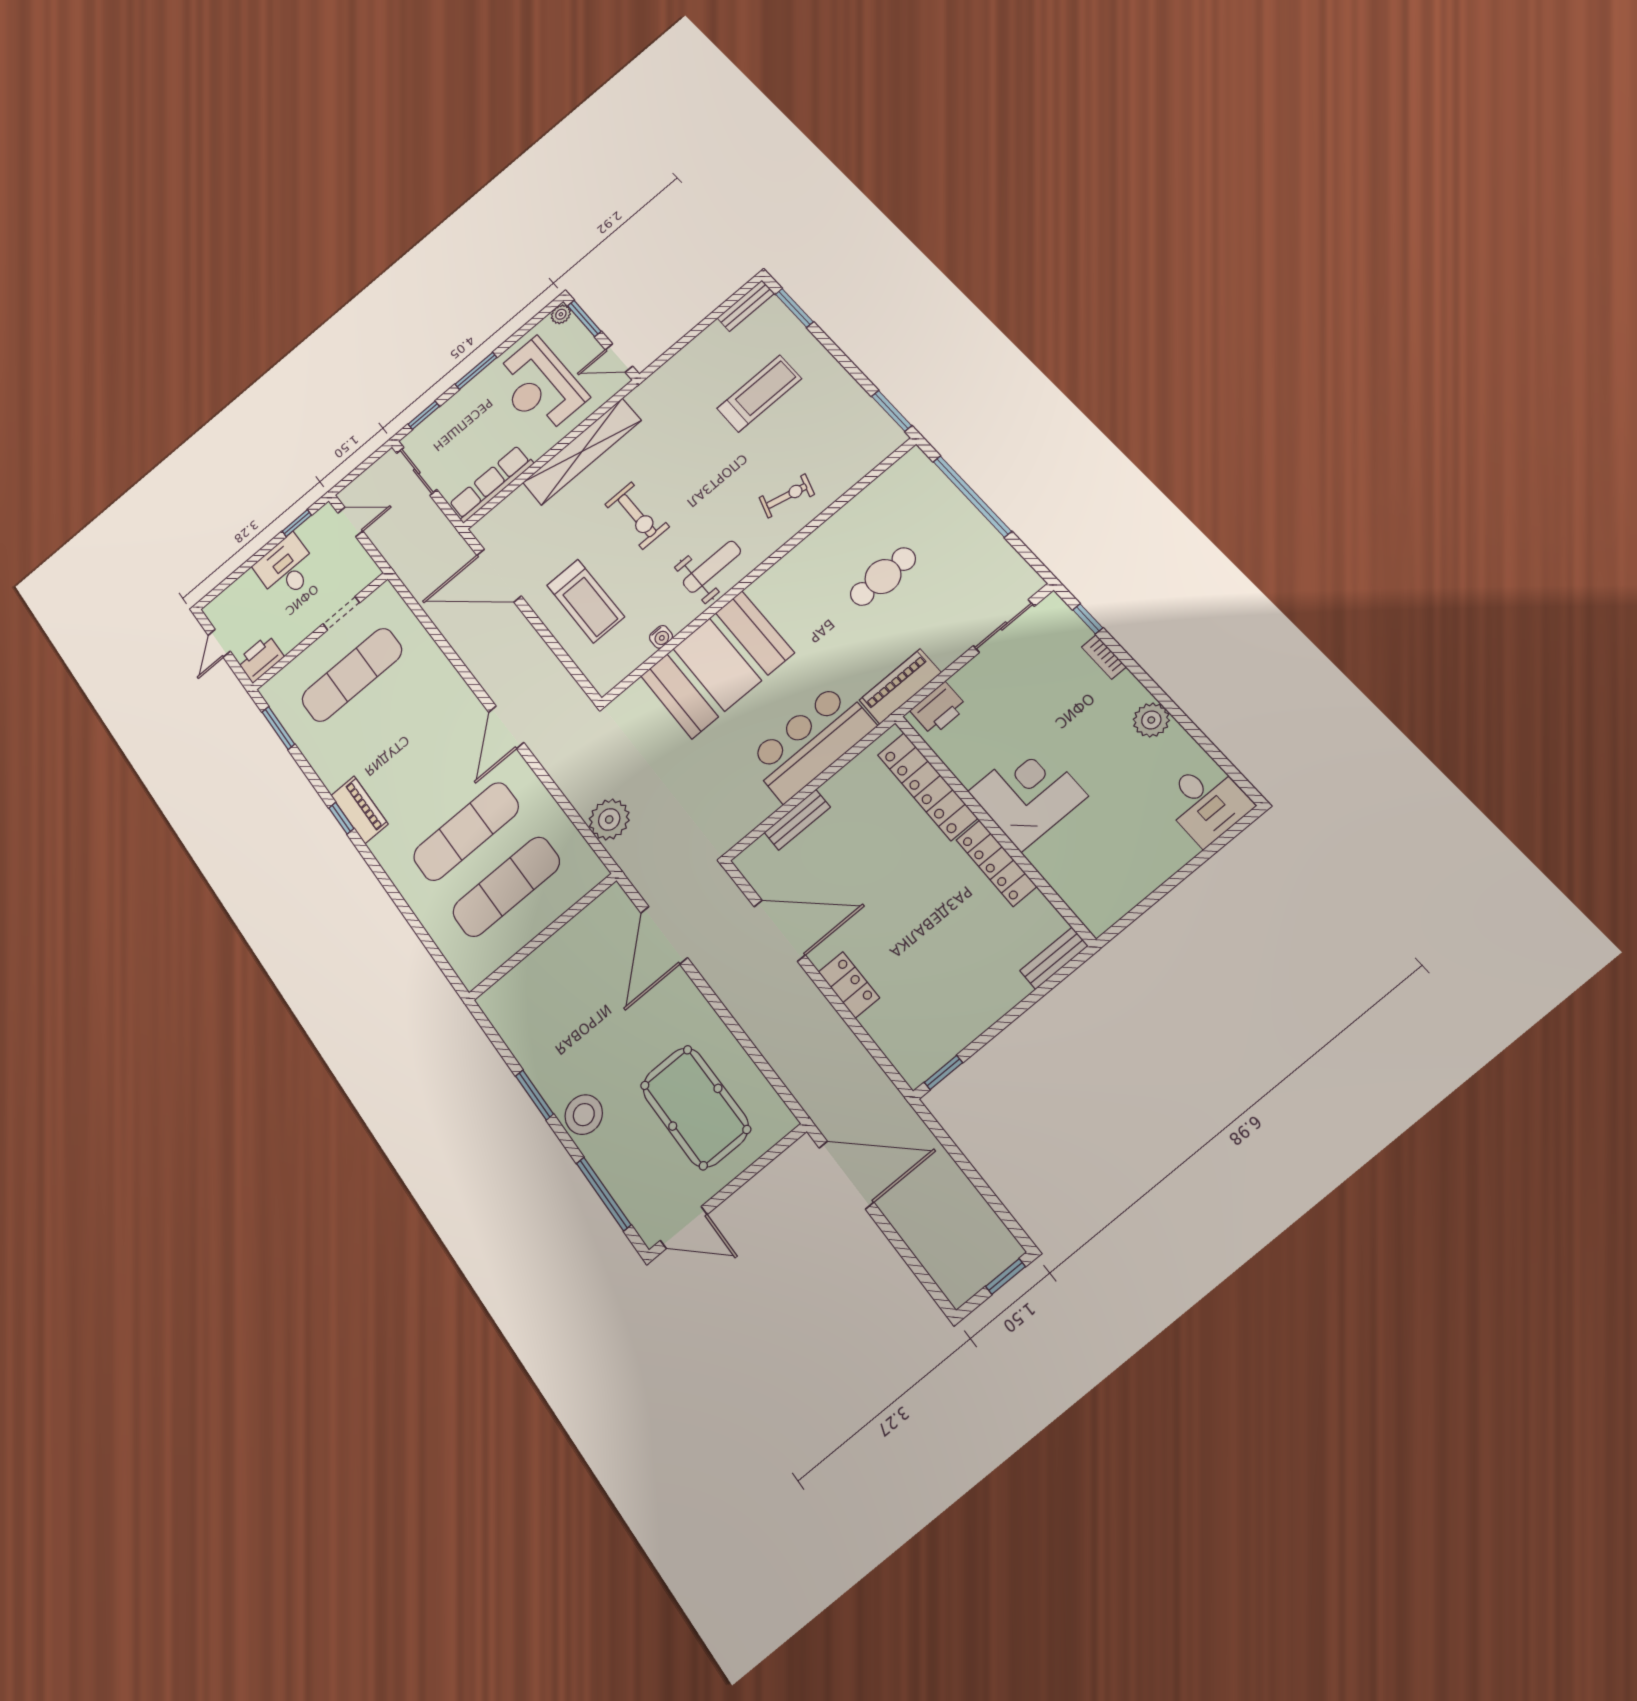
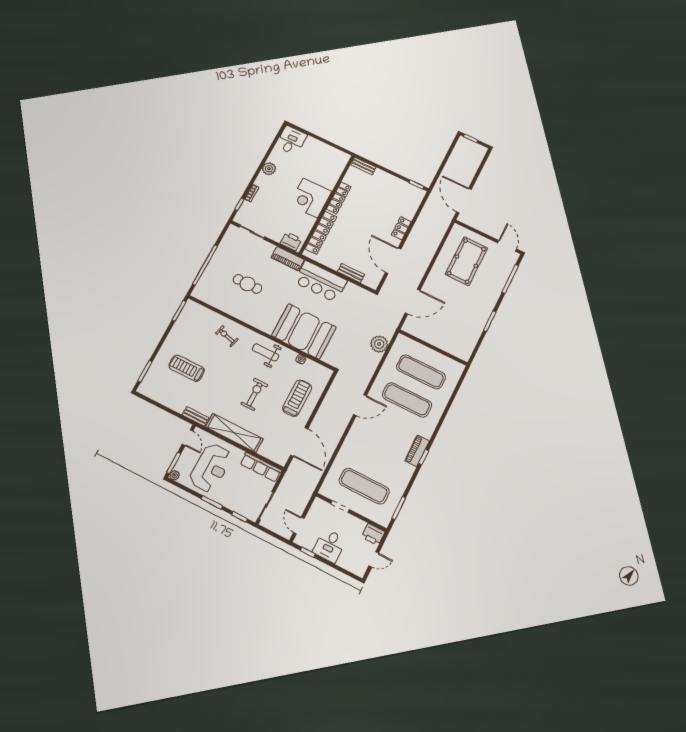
bench: (746, 306) -> (195, 416), moved
stool: (584, 1115) -> (488, 300), removed

